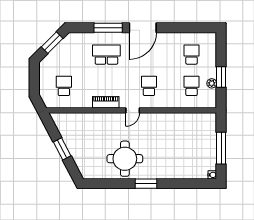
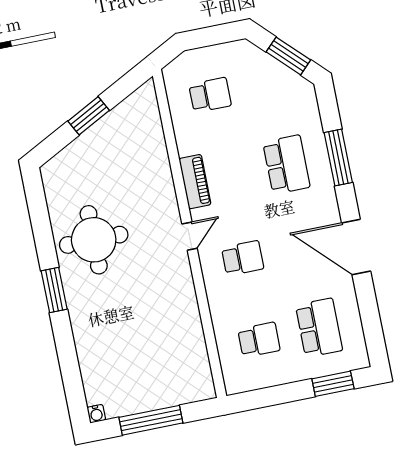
door: (143, 28) -> (356, 247), moved
school desk: (192, 55) -> (319, 328), width x1.85
window: (221, 77) -> (333, 384), moved
plant: (212, 83) -> (271, 377), removed
door: (133, 110) -> (190, 236), swing flipped

